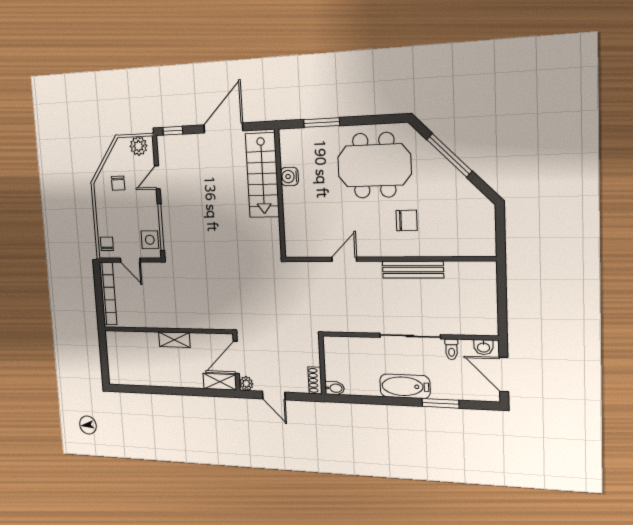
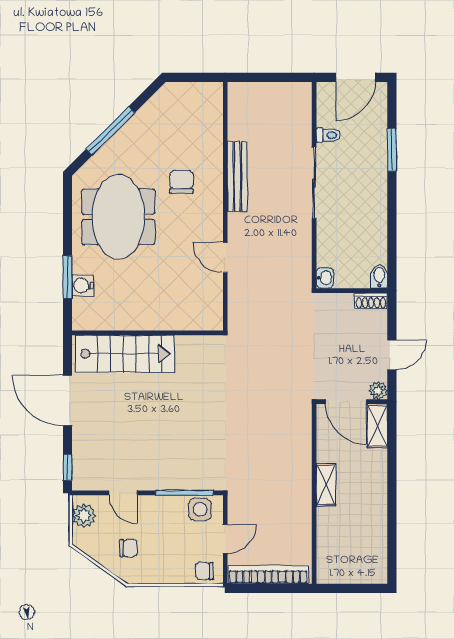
water cooler: (289, 176) -> (83, 285), moved, turned 90
washbasin: (484, 347) -> (325, 278), moved
bathtub: (405, 386) -> (374, 191), removed

